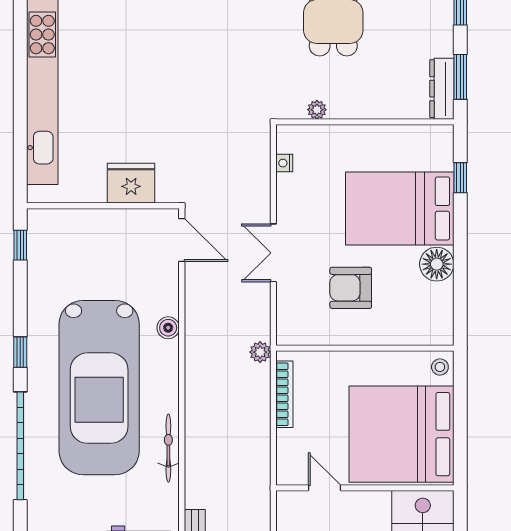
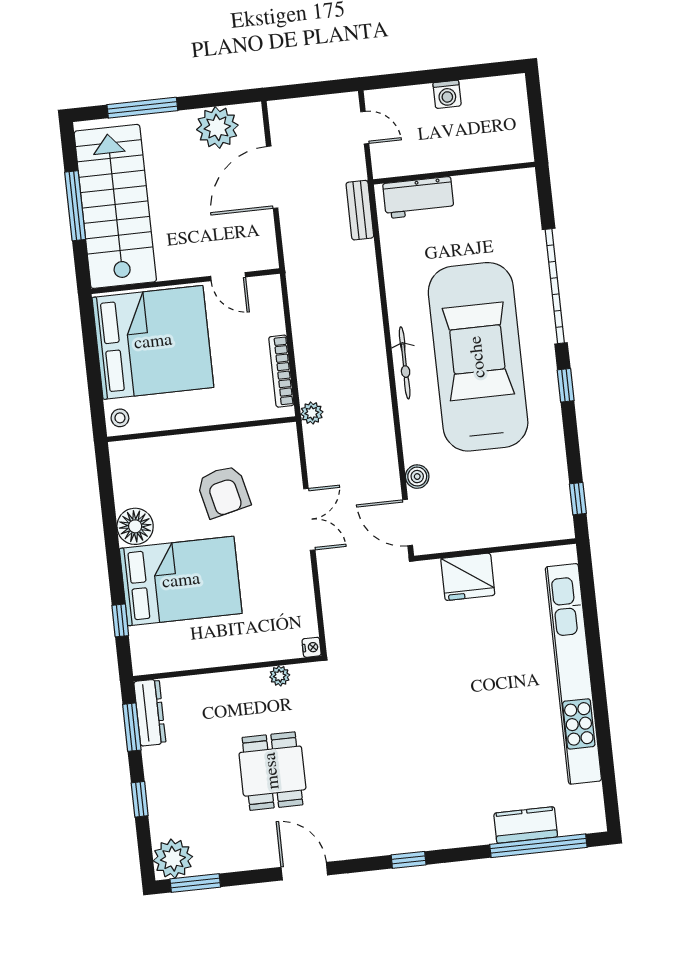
nightstand: (284, 163) -> (312, 647), moved
armchair: (351, 288) -> (223, 491), turned 77
boiler: (168, 328) -> (417, 477), moved
bicycle: (168, 448) -> (405, 363), moved

